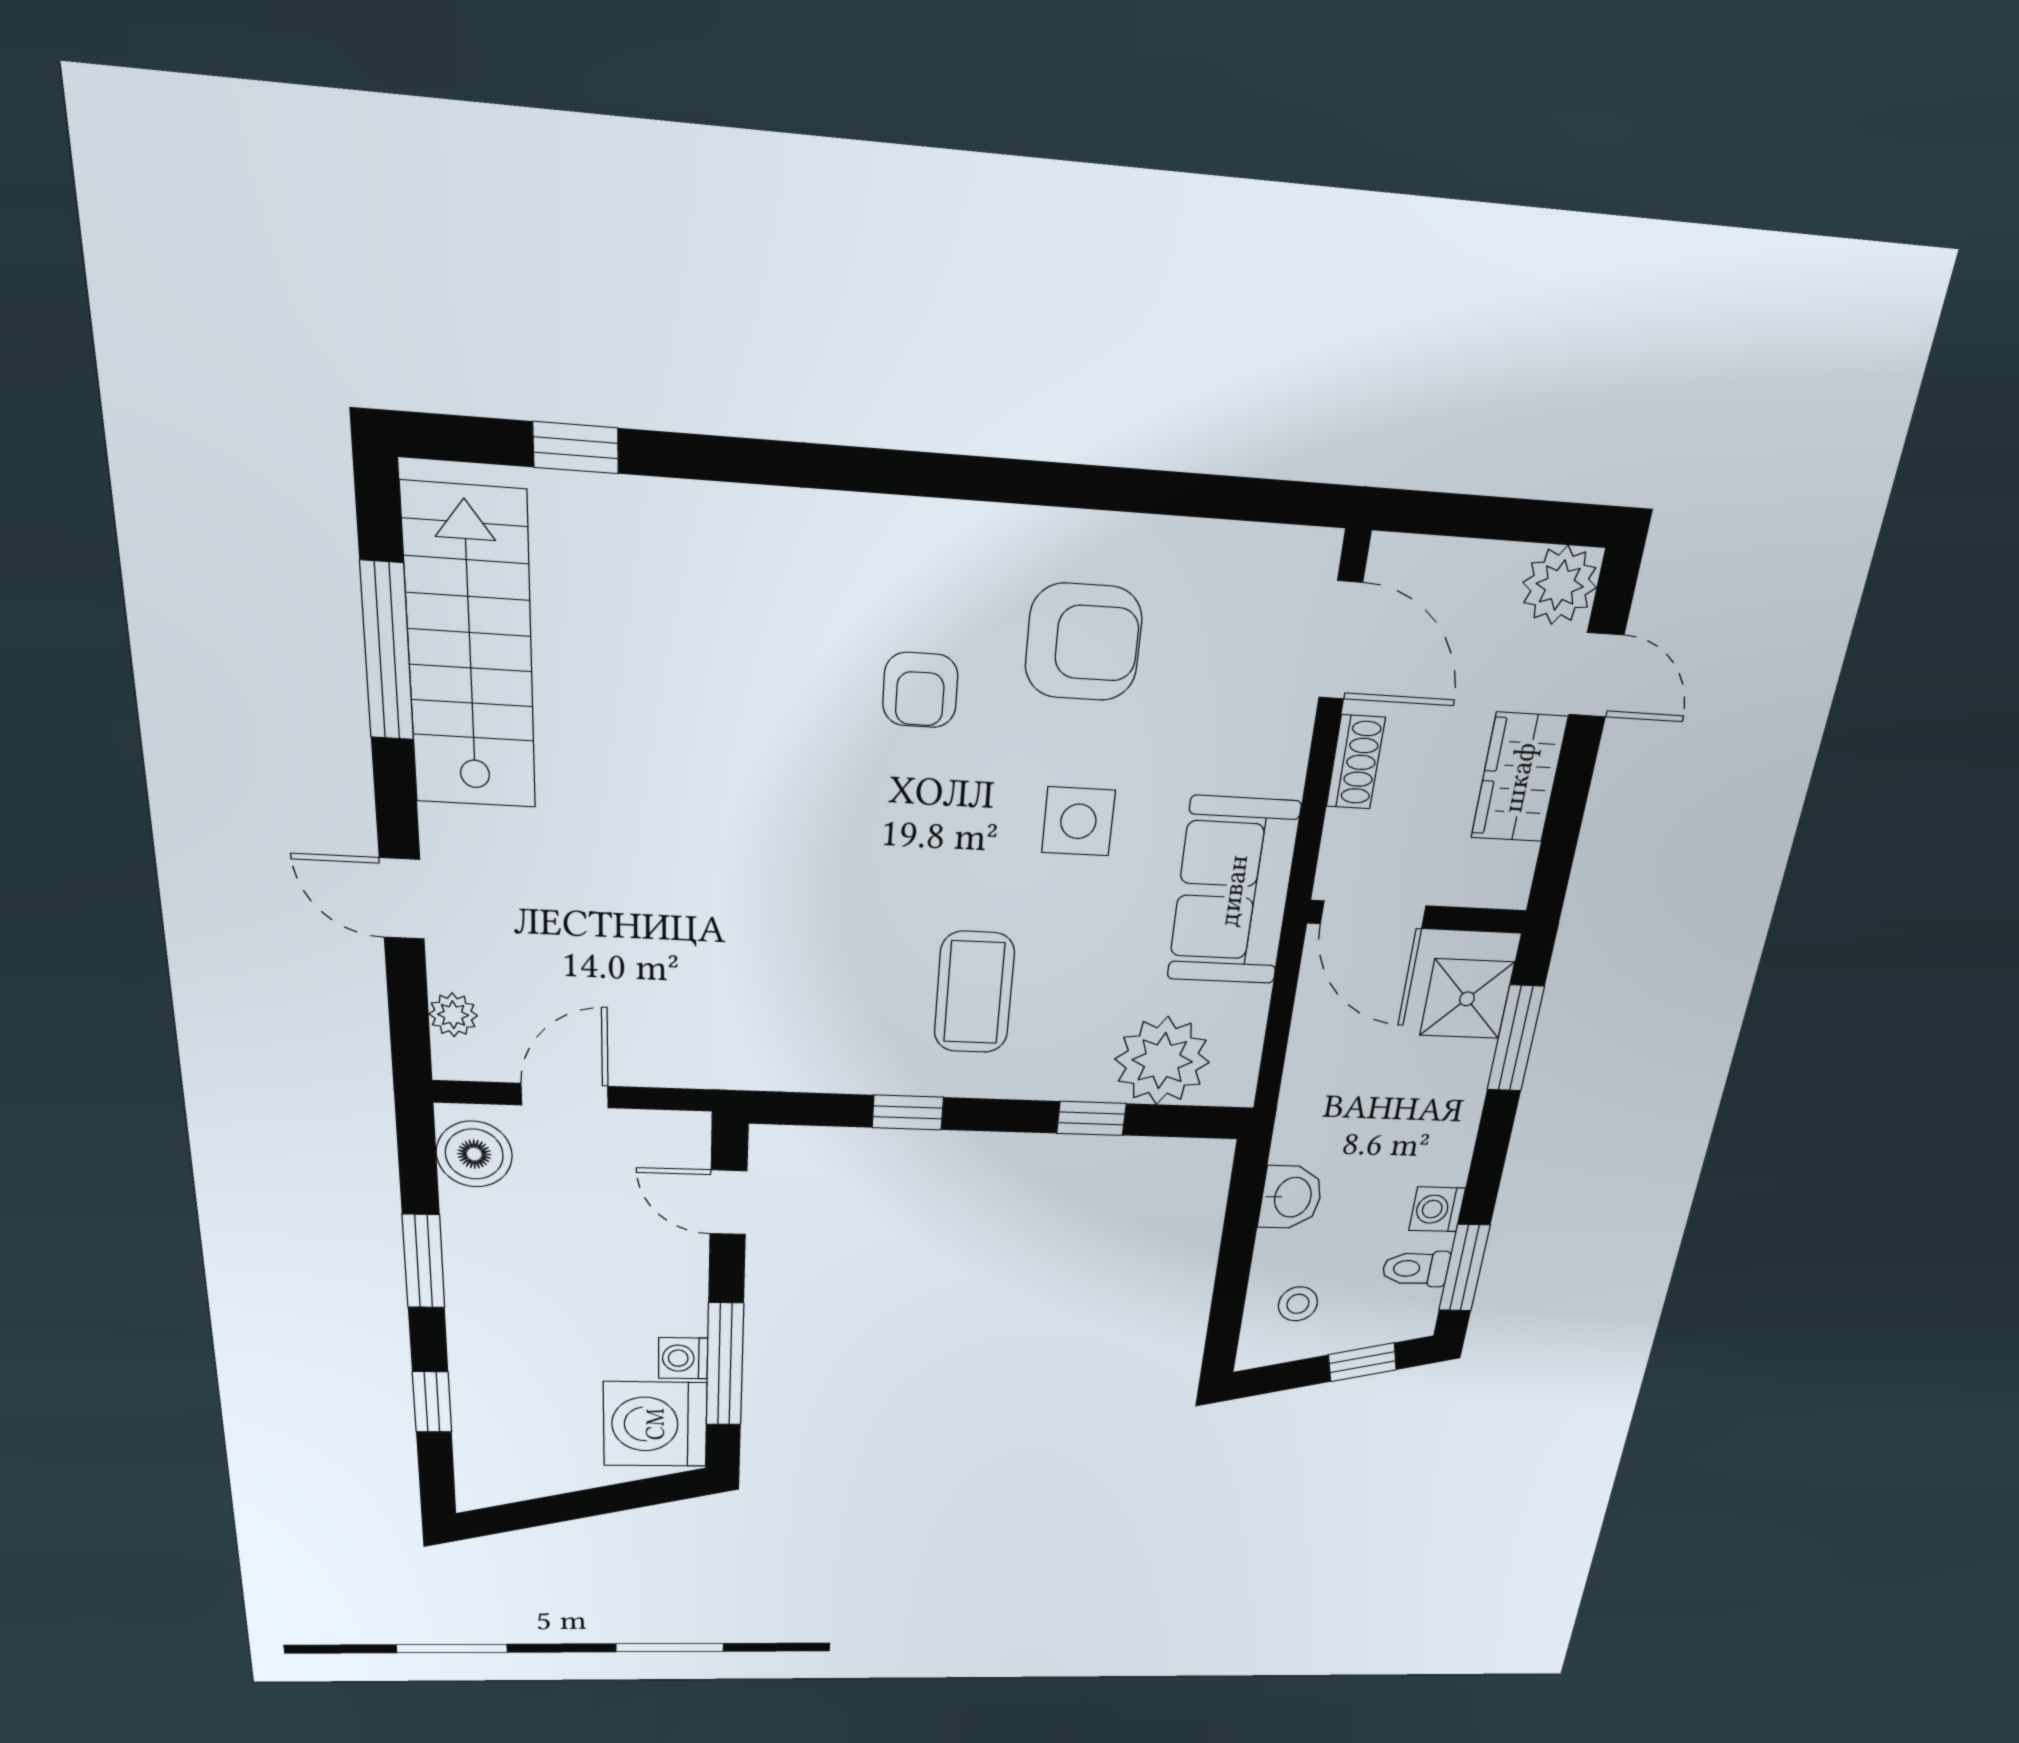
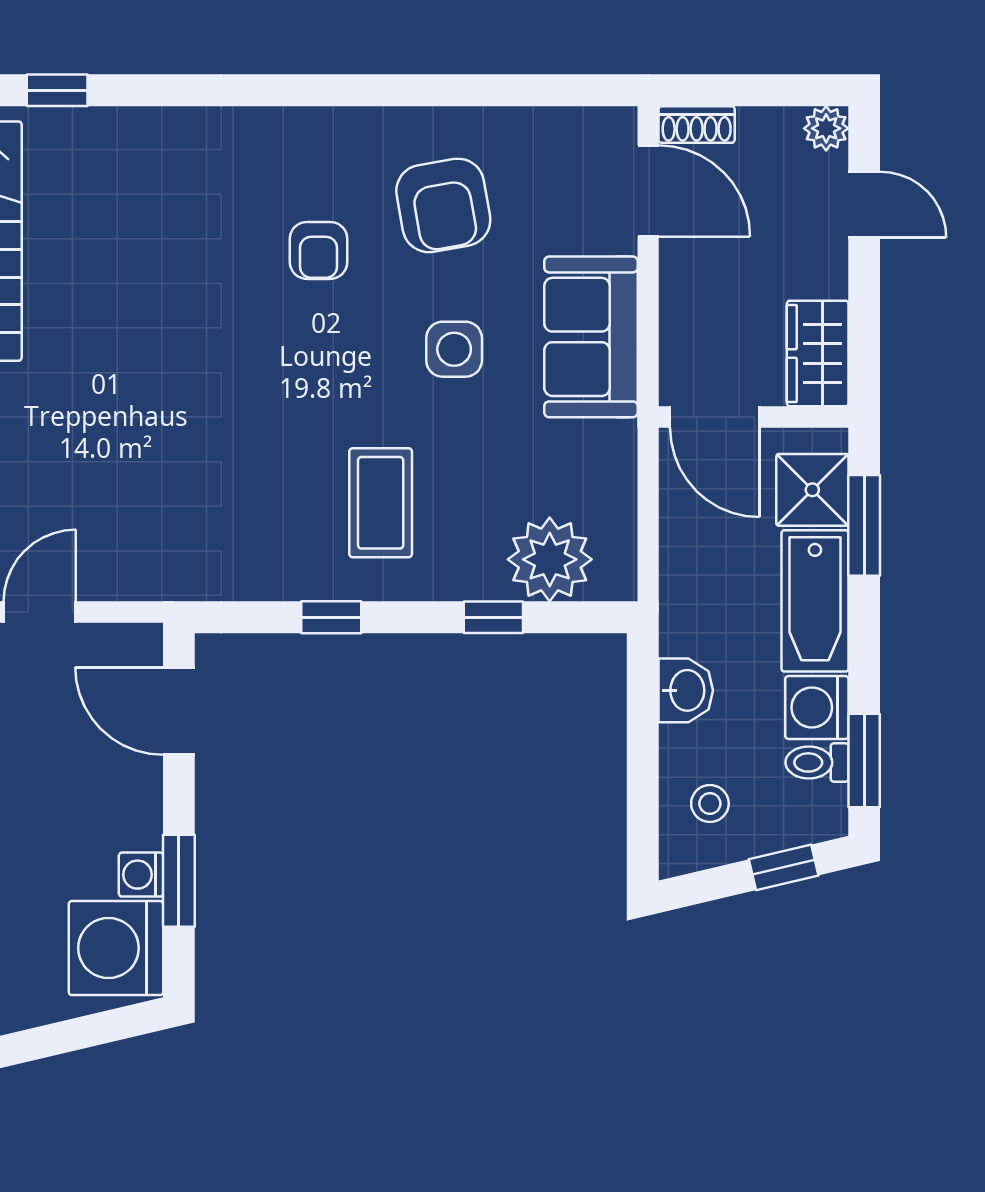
plant: (1560, 585) -> (826, 128), width x0.73, depth x0.73
armchair: (1084, 642) -> (443, 205), turned 80
shoe rack: (1356, 762) -> (697, 124), moved, turned 90
wardrobe: (1519, 778) -> (818, 354), moved
sofa: (1233, 891) -> (591, 337), moved
bathtub: (1446, 1113) -> (815, 601), added
door: (728, 1202) -> (179, 711), width x1.38
washing machine: (1437, 1209) -> (817, 707), width x1.38, depth x1.38
window: (725, 1364) -> (179, 881), width x0.69

